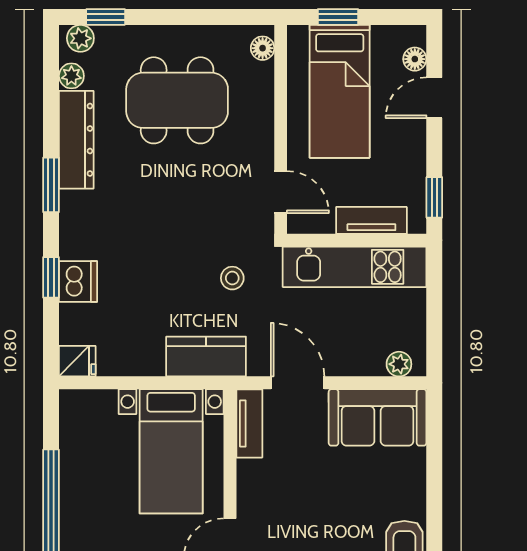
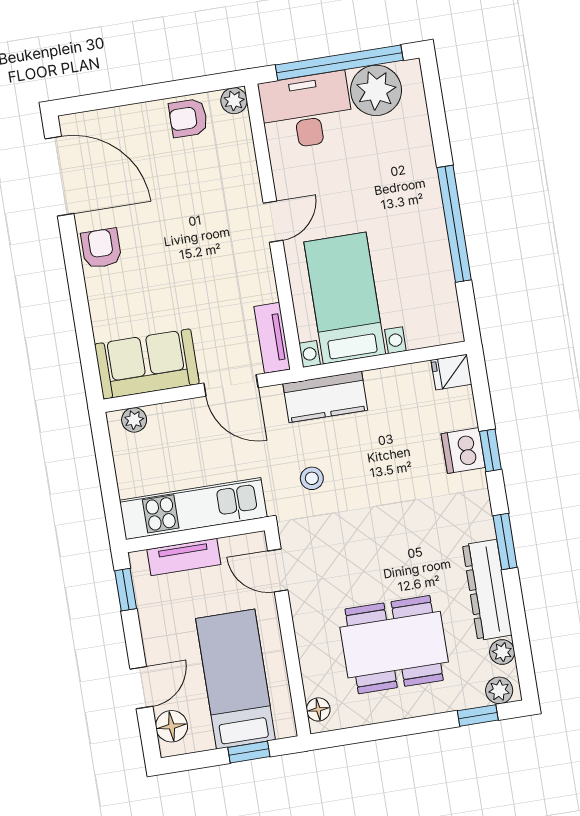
floor lamp: (415, 59) -> (172, 726), width x1.37, depth x1.37

